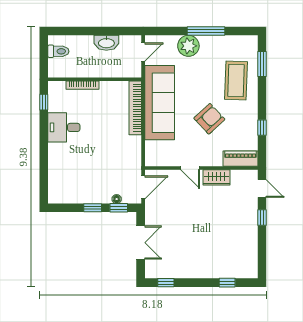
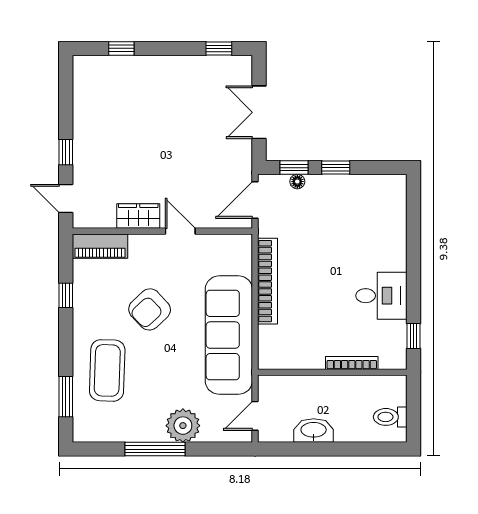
bookcase: (135, 108) -> (267, 281), moved

